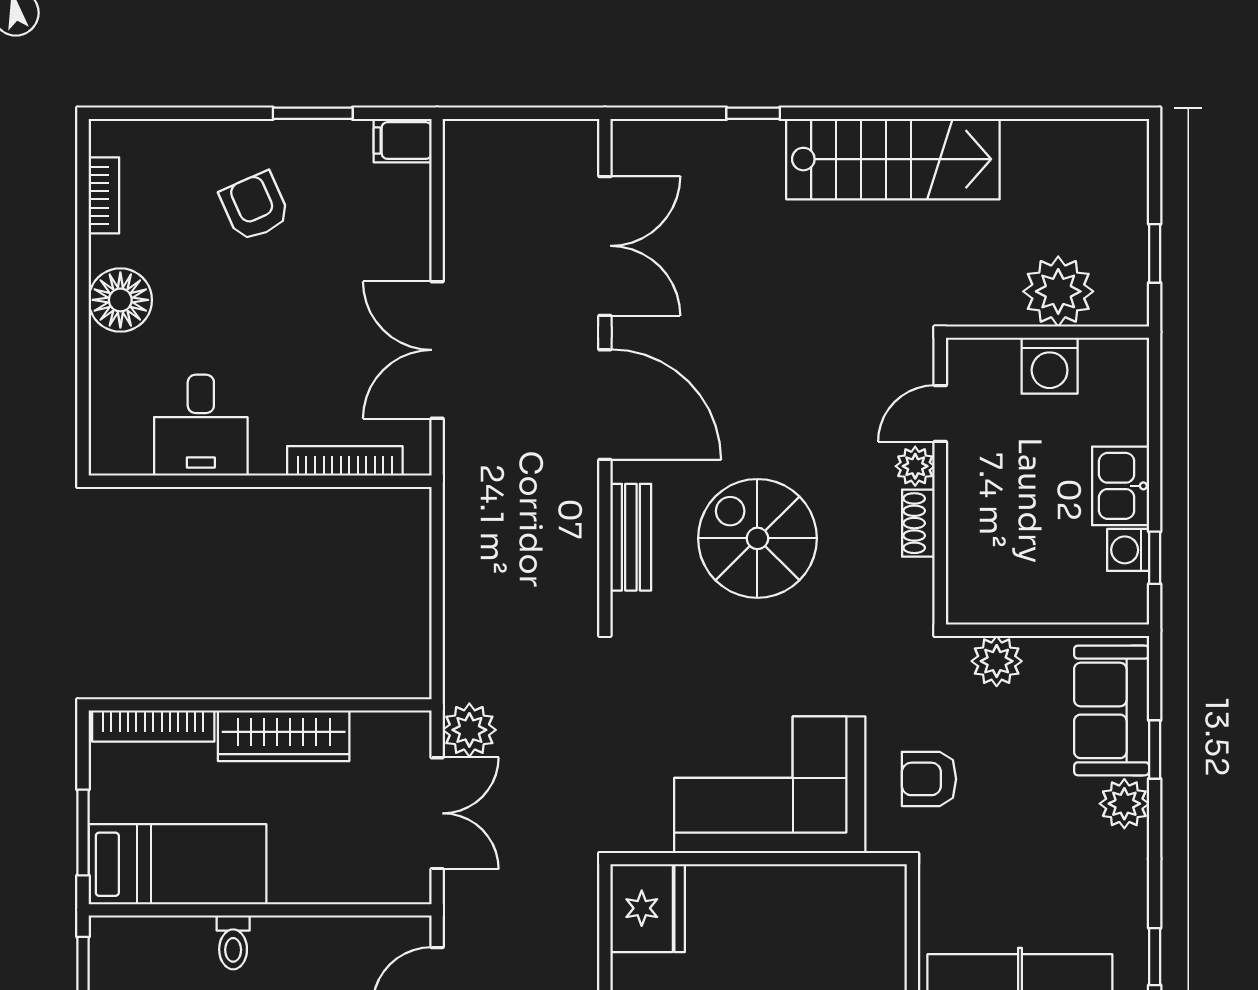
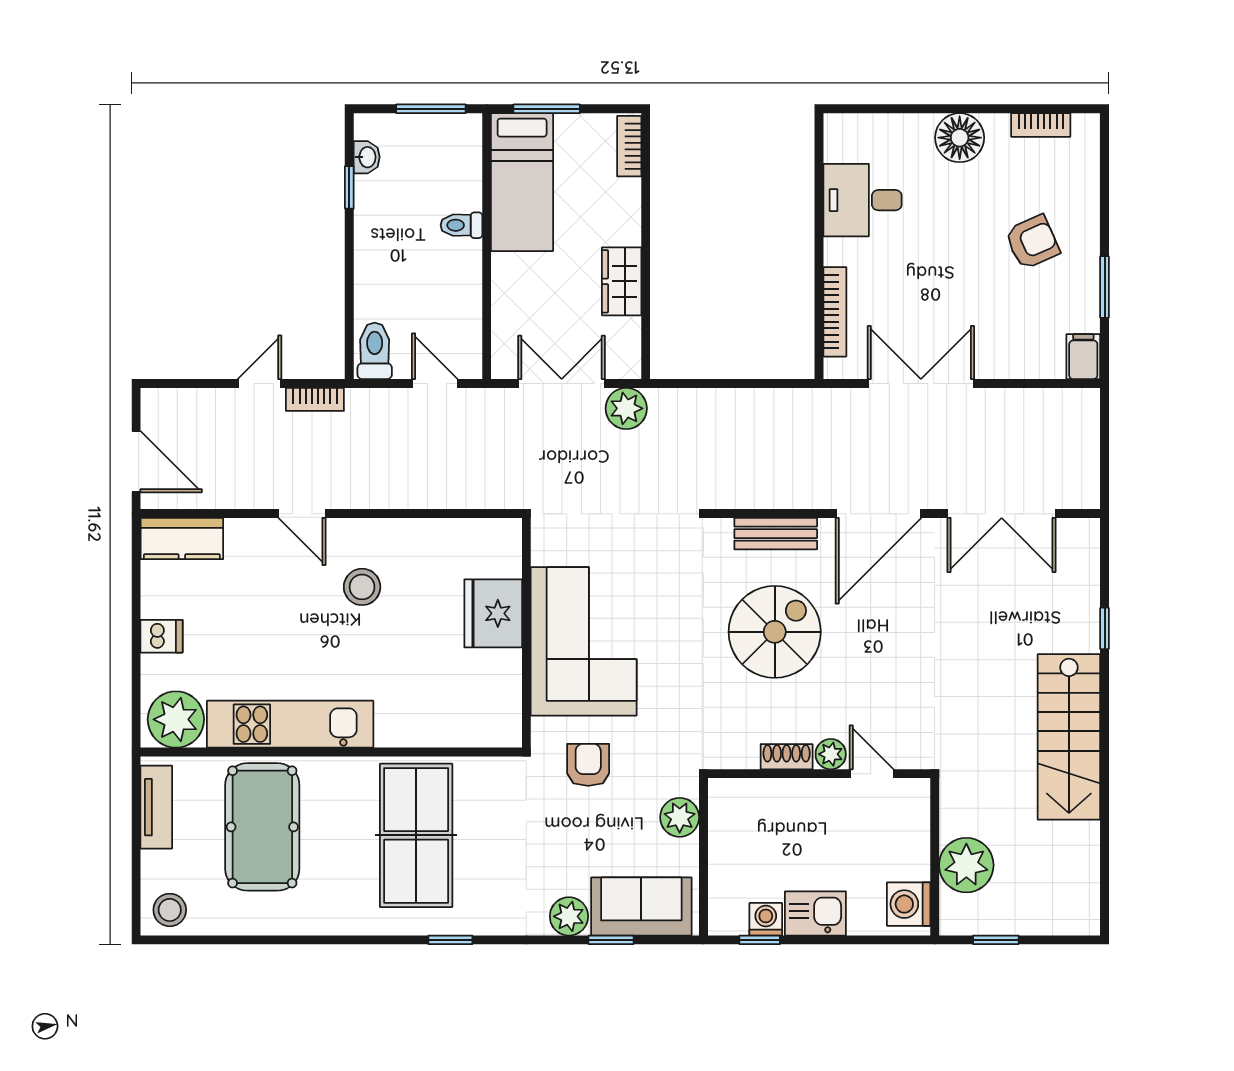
washing machine: (1050, 366) -> (909, 904), moved
bookcase: (153, 726) -> (629, 146), width x0.64
wardrobe: (284, 736) -> (622, 281), width x0.67
double door: (437, 813) -> (562, 383), swing flipped
fridge: (648, 908) -> (493, 613), moved, turned 90

